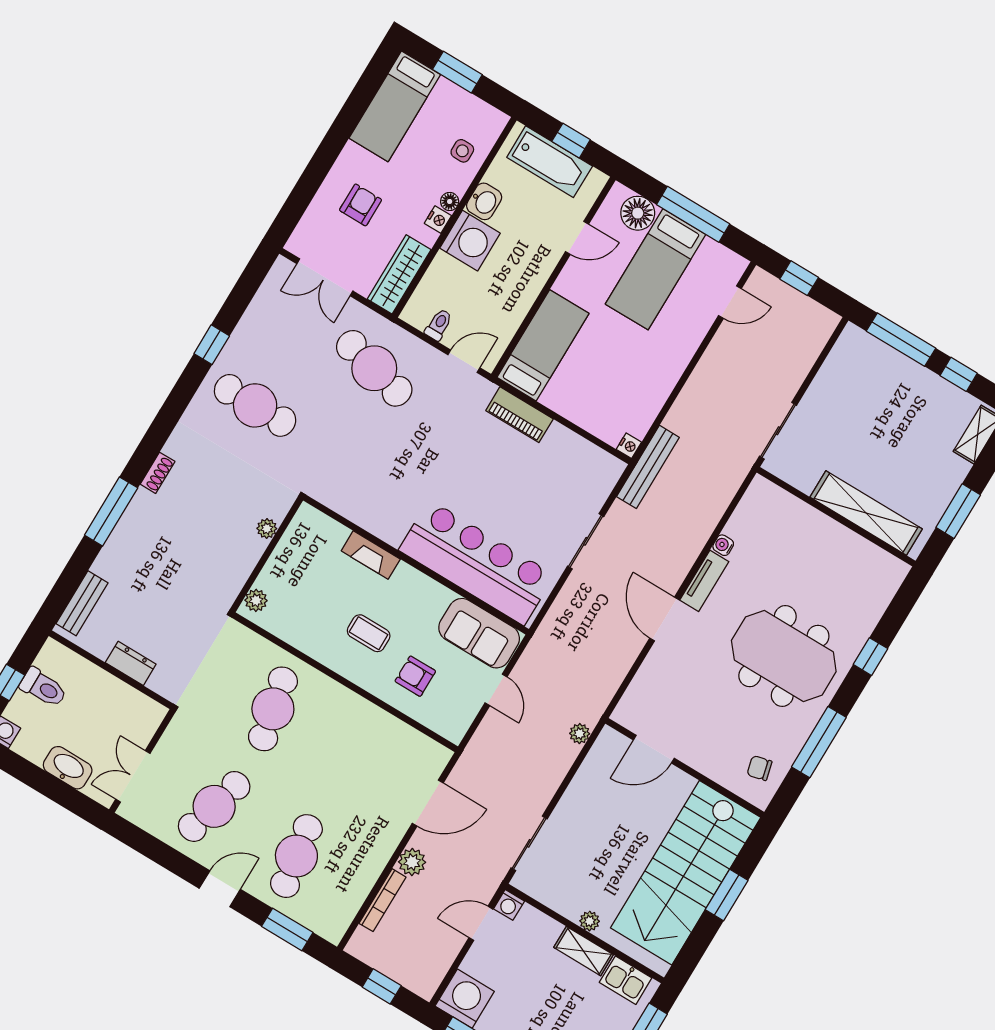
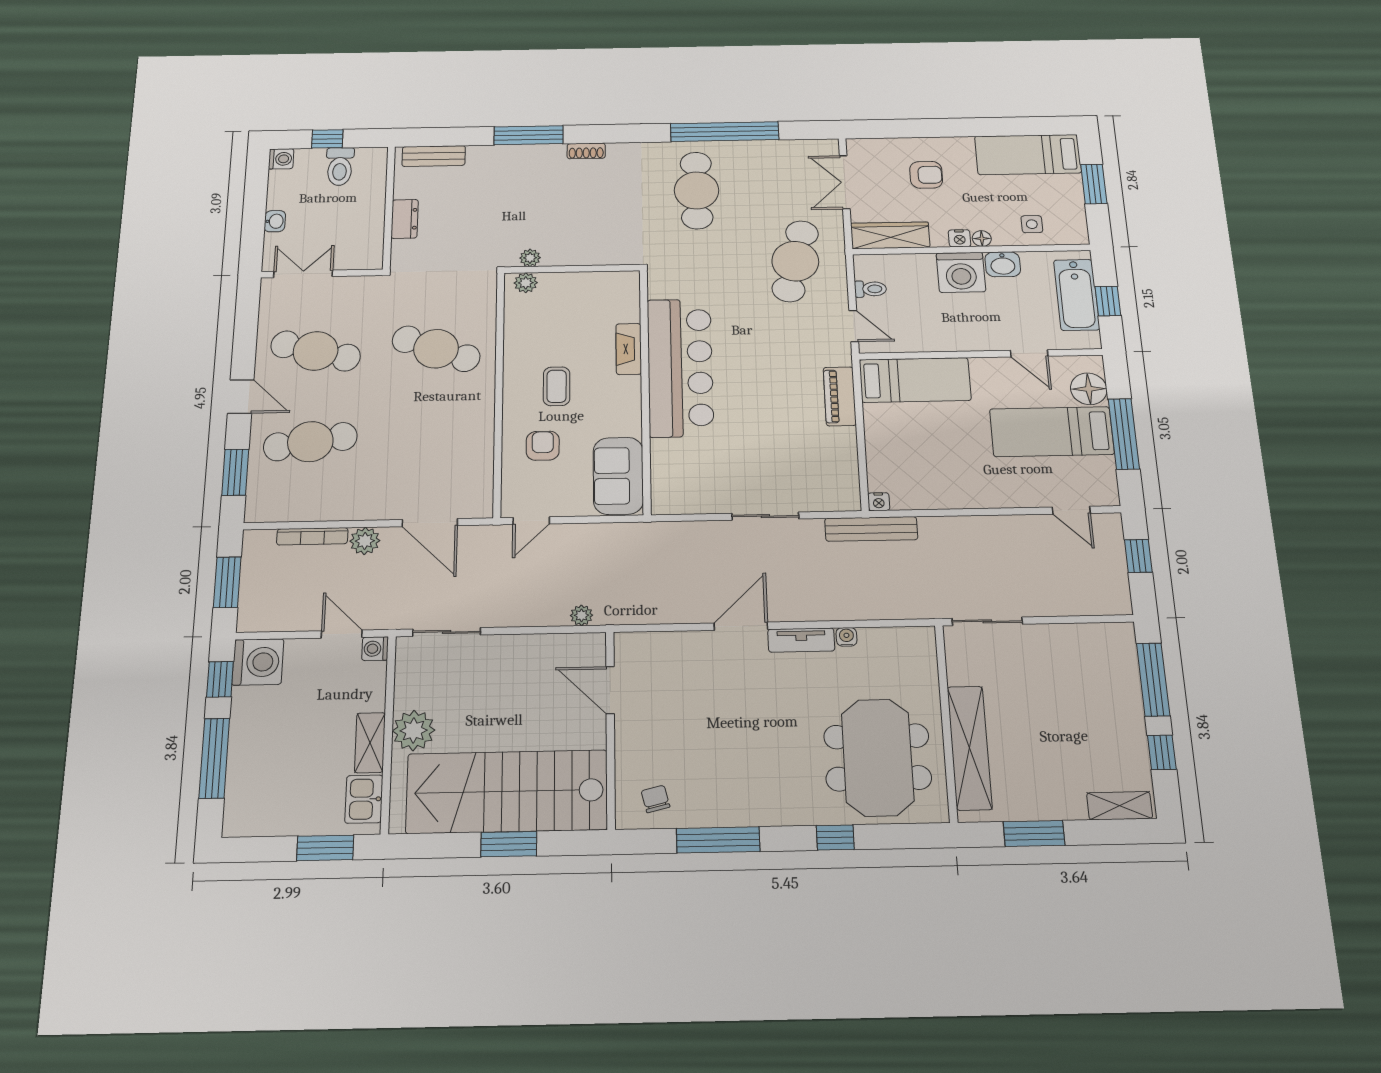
window: (212, 345) -> (725, 132), width x3.17
plant: (267, 528) -> (530, 258), moved
bar counter: (477, 563) -> (680, 367), moved
meeting table: (784, 656) -> (877, 757), moved
door: (496, 690) -> (531, 521), moved
cafe table: (273, 709) -> (436, 349), turned 33
washbasin: (68, 768) -> (275, 221), width x0.52, depth x0.69
plant: (590, 921) -> (414, 731), width x1.88, depth x1.88
window: (382, 986) -> (227, 582), width x1.50

